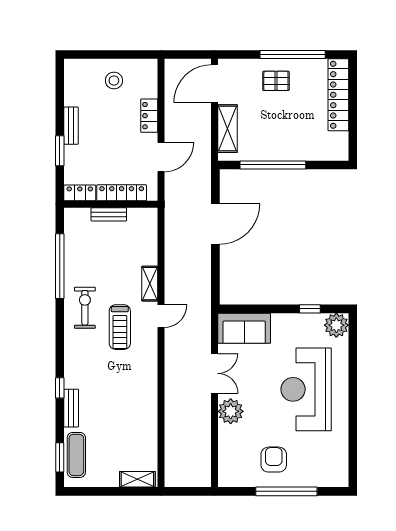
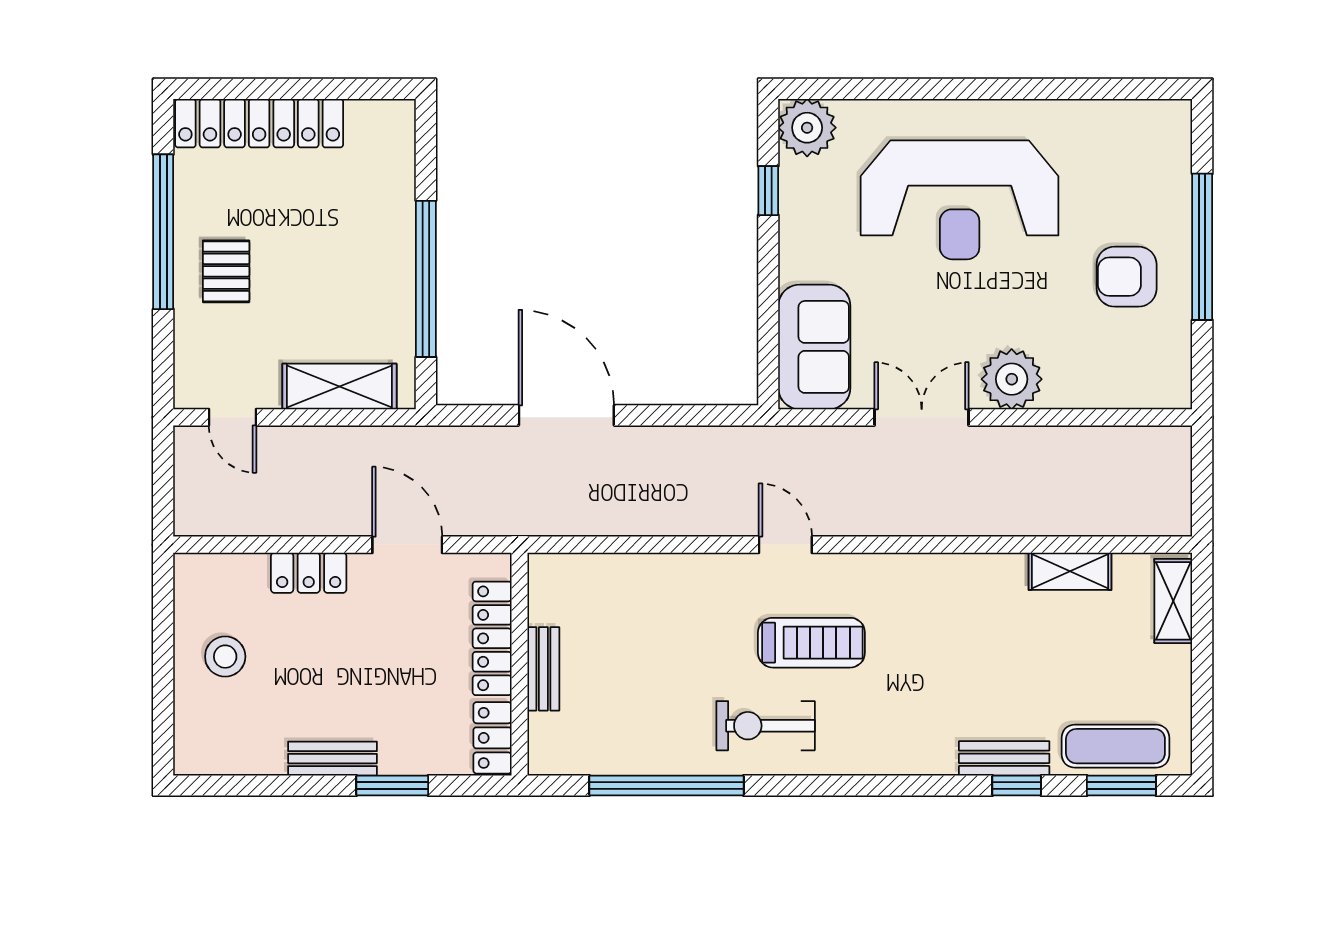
door: (215, 84) -> (233, 417), width x0.53
shelving: (150, 284) -> (1070, 571), moved
window: (60, 388) -> (1017, 786), moved

